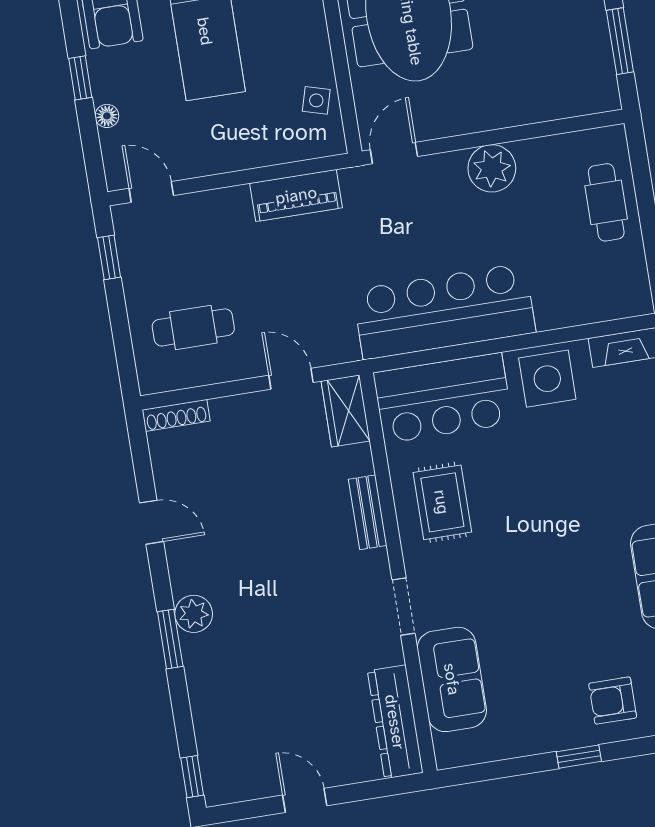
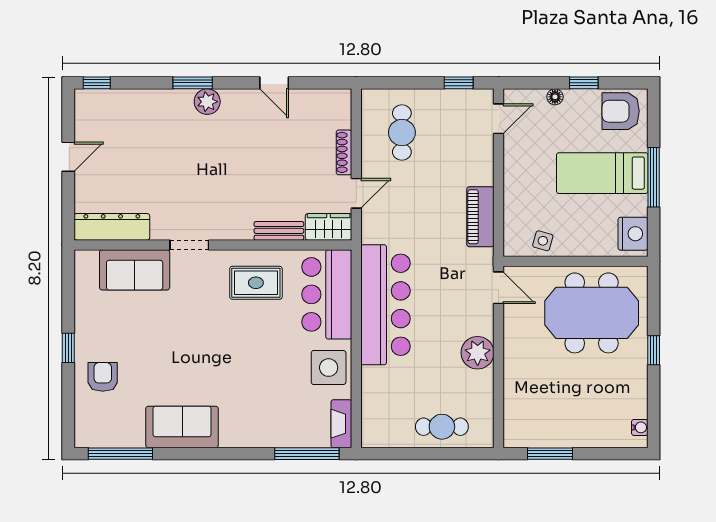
shoe rack: (176, 415) -> (344, 152), moved
bench: (368, 512) -> (279, 231), moved
door: (151, 522) -> (274, 83), hinge flipped

